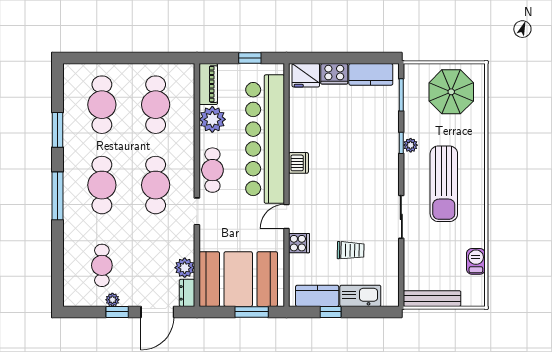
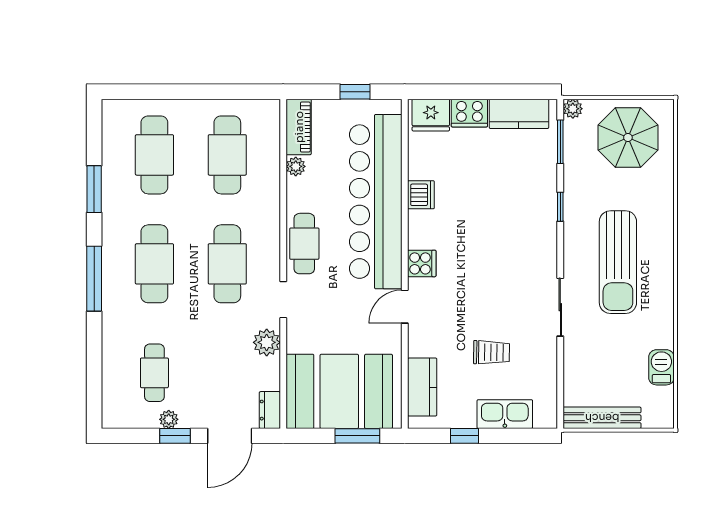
plant: (212, 119) -> (296, 166), width x0.53, depth x0.53
plant: (411, 145) -> (573, 109), moved
dishwasher: (298, 163) -> (421, 195), moved
cooker: (299, 243) -> (422, 263), moved
plant: (185, 268) -> (267, 342), moved
kitchen counter: (317, 296) -> (422, 387), moved, turned 90

